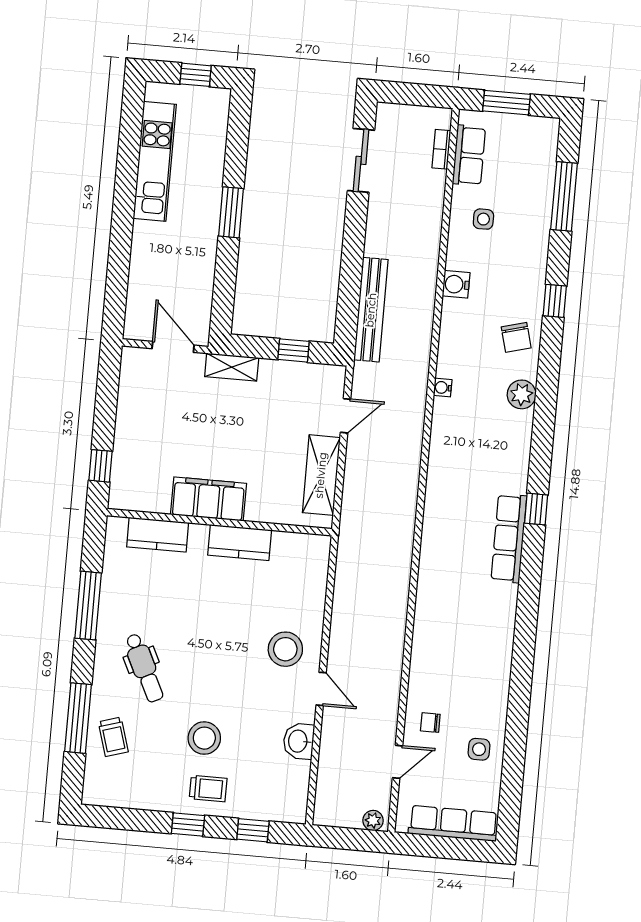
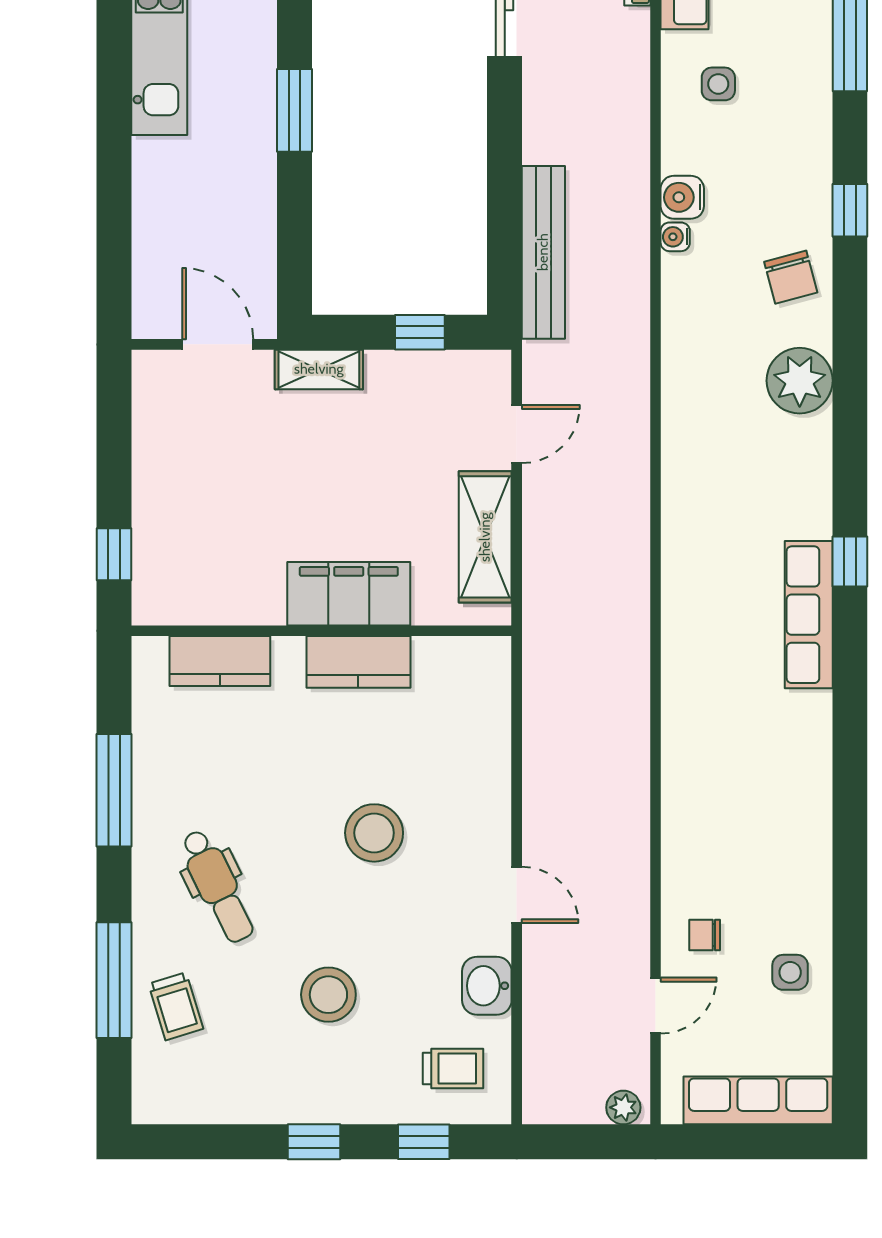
water cooler: (443, 388) -> (675, 237), moved
plant: (522, 394) -> (800, 381), width x1.36, depth x1.36
filing cabinet: (209, 499) -> (349, 594), moved
stool: (285, 649) -> (374, 833), moved
trolley: (208, 789) -> (453, 1069), moved

